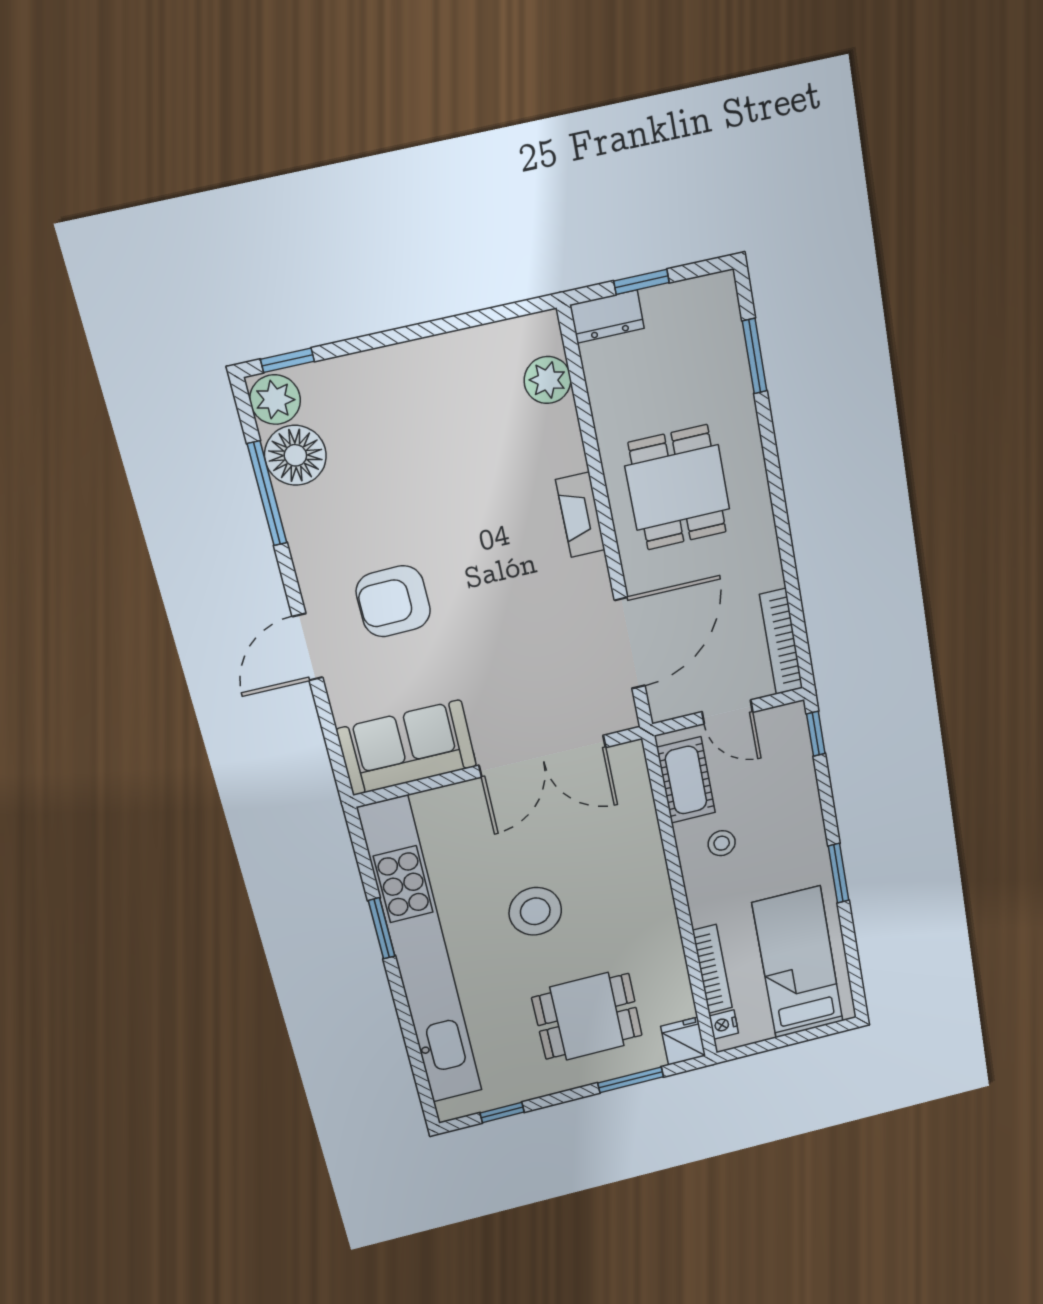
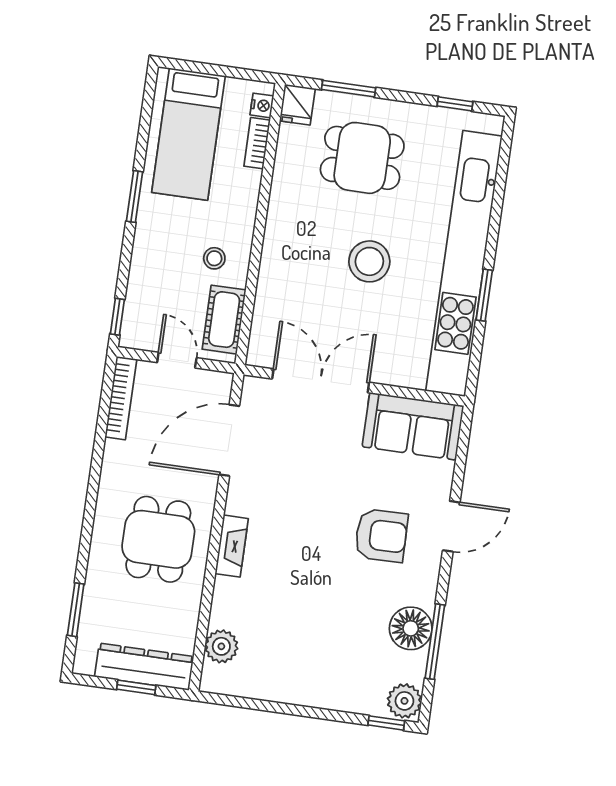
dresser: (607, 317) -> (144, 667), width x1.96, depth x1.24
floor lamp: (295, 455) -> (411, 628), moved
bookcase: (712, 969) -> (257, 143), width x0.64

